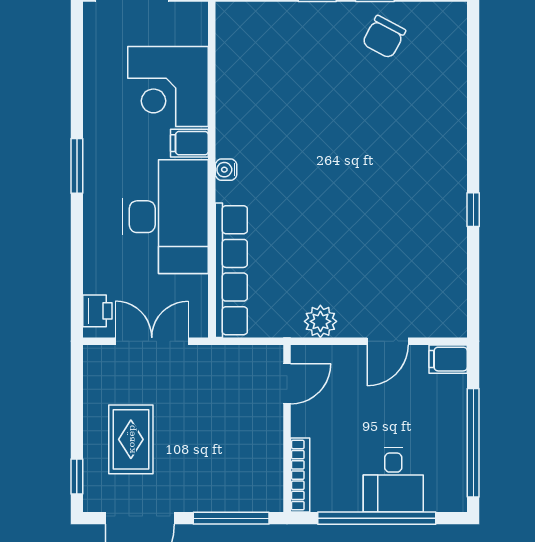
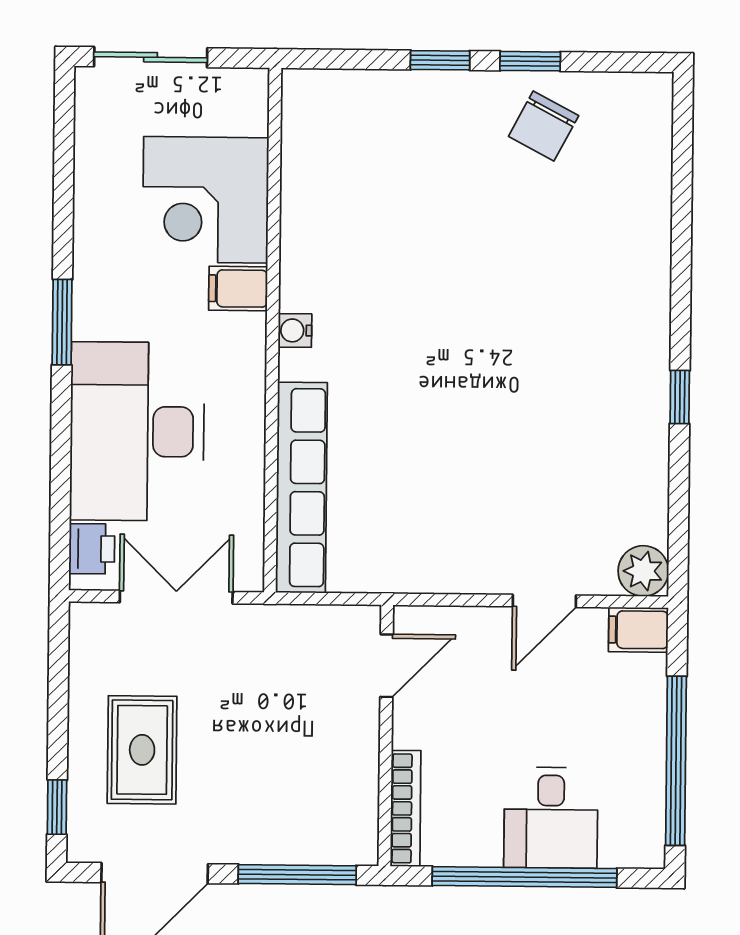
desk: (165, 217) -> (137, 431), moved, turned 180
plant: (320, 321) -> (643, 571), moved

